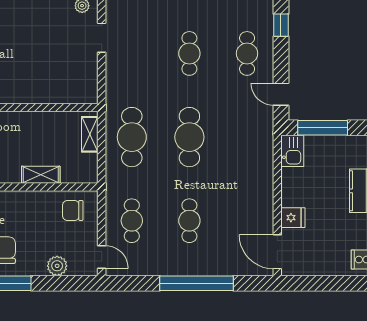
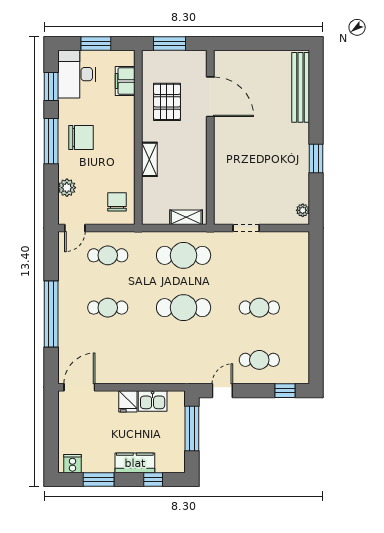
doorway: (102, 38) -> (246, 228), moved
kitchen sink: (292, 151) -> (153, 401), moved
shelving: (41, 175) -> (149, 159), moved
fridge: (293, 218) -> (128, 401), moved

